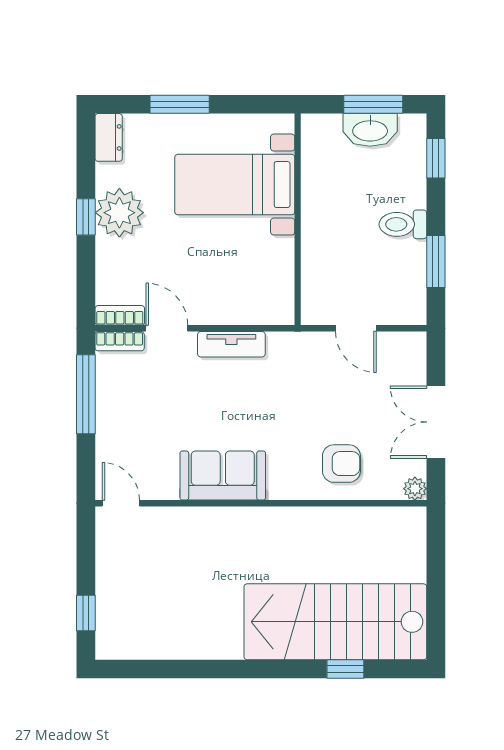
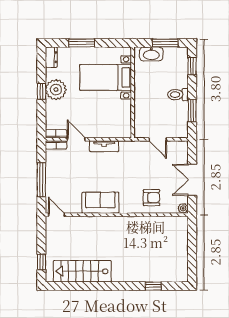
washbasin: (370, 130) -> (151, 54), moved
window: (86, 394) -> (41, 180), moved
stairs: (335, 622) -> (82, 271), moved, width x0.73, depth x0.66

